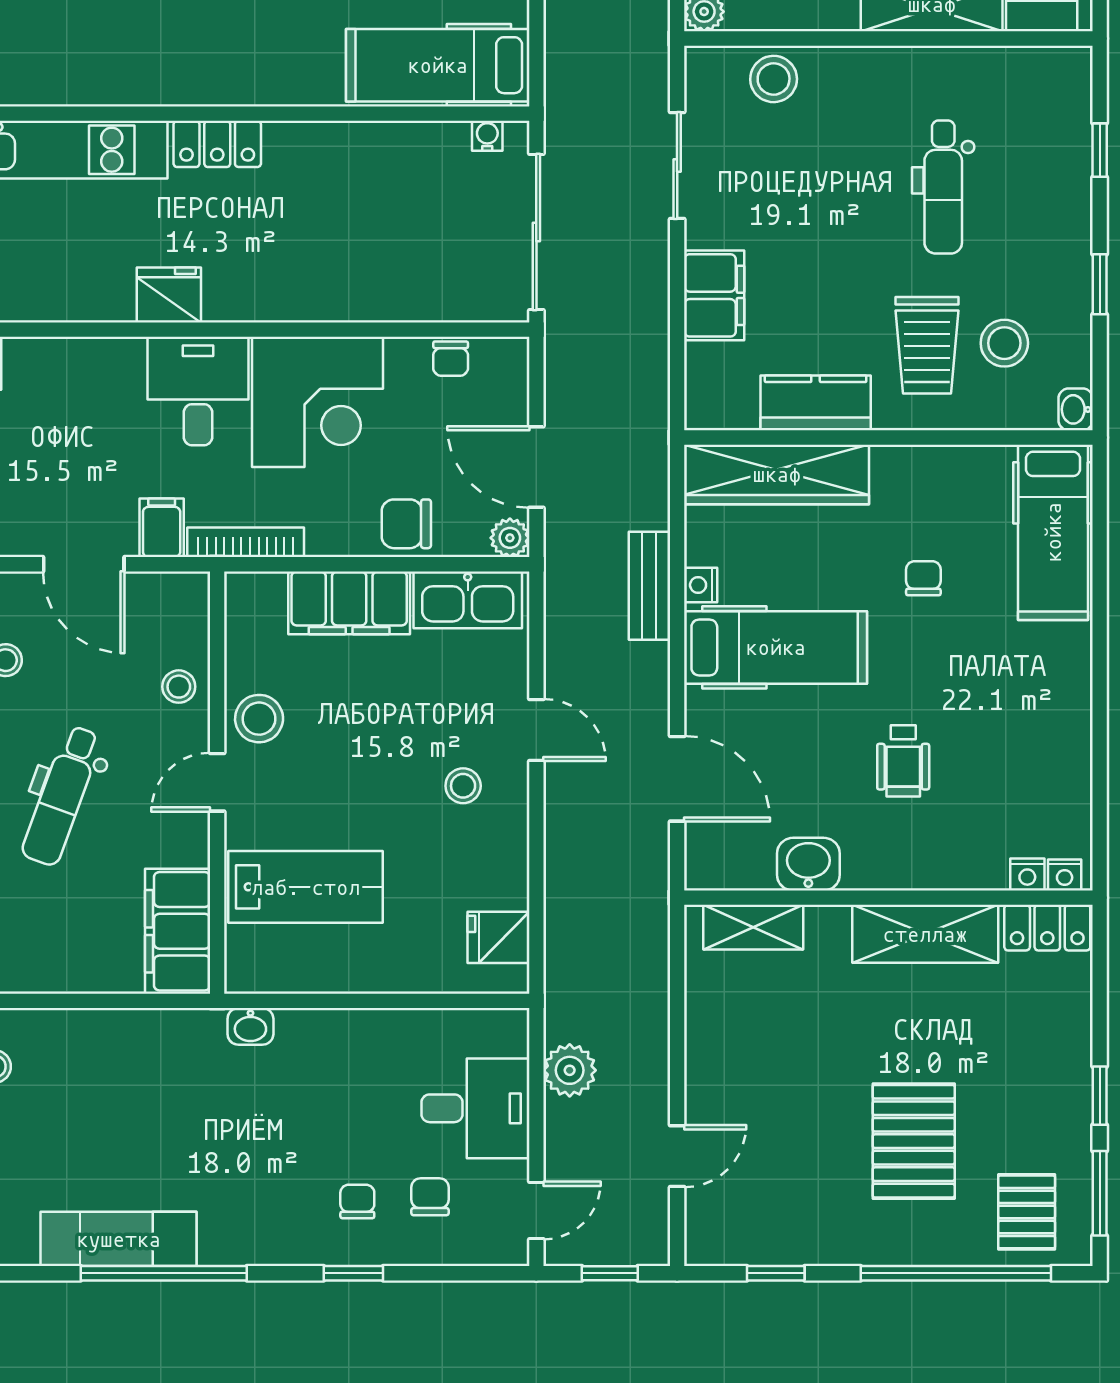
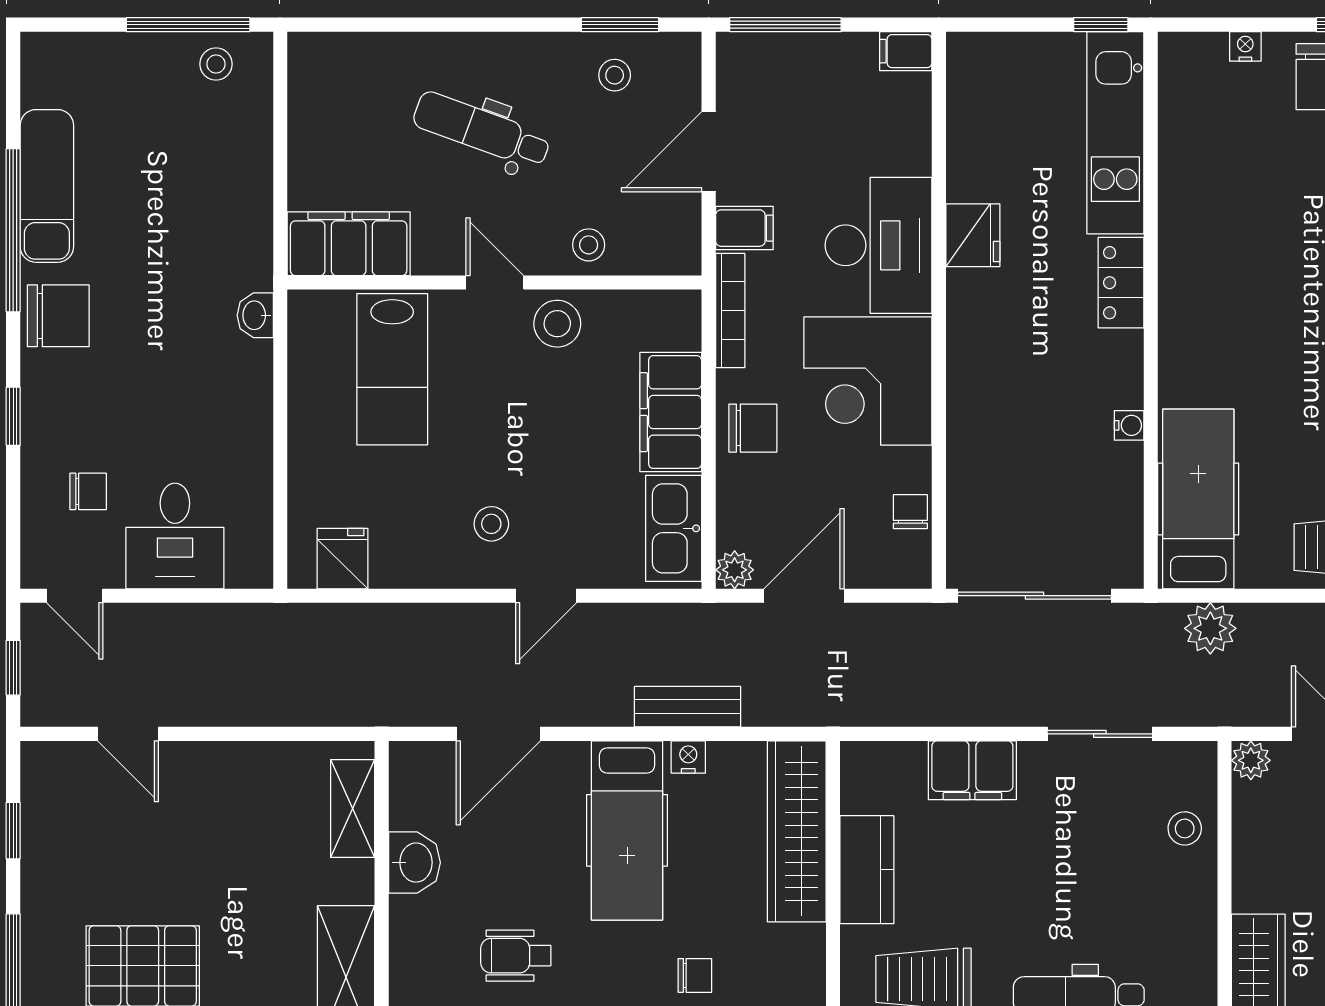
stool: (774, 79) -> (1185, 828), width x0.73, depth x0.73
water cooler: (487, 136) -> (1129, 425), moved
chair: (451, 359) -> (910, 512), turned 90
desk: (198, 391) -> (879, 245), width x1.37
chair: (406, 524) -> (753, 428), moved, turned 90
plant: (570, 1070) -> (1210, 628), moved
chair: (357, 1201) -> (58, 316), moved, width x1.87, depth x1.87

